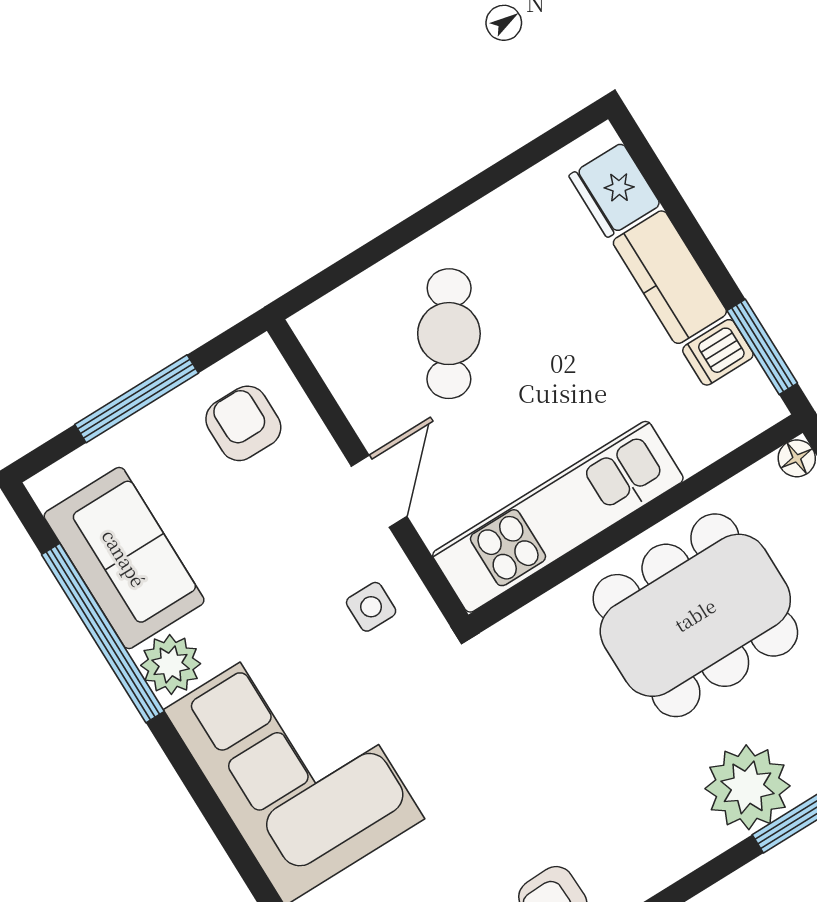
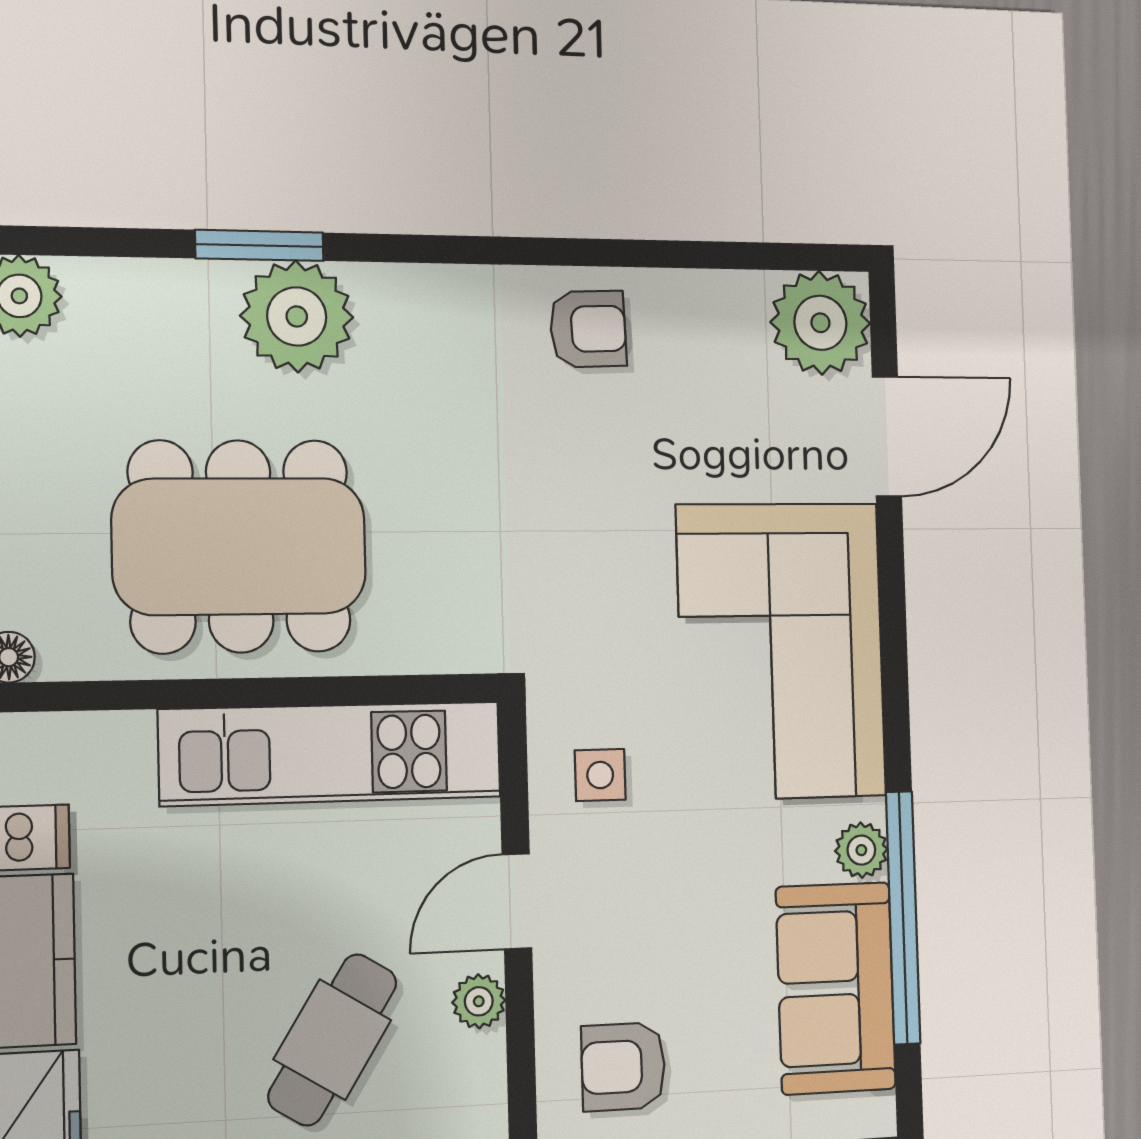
plant: (367, 412) -> (479, 1001), added
armchair: (243, 423) -> (623, 1067), turned 90
plant: (171, 664) -> (861, 850), width x0.73, depth x0.73

